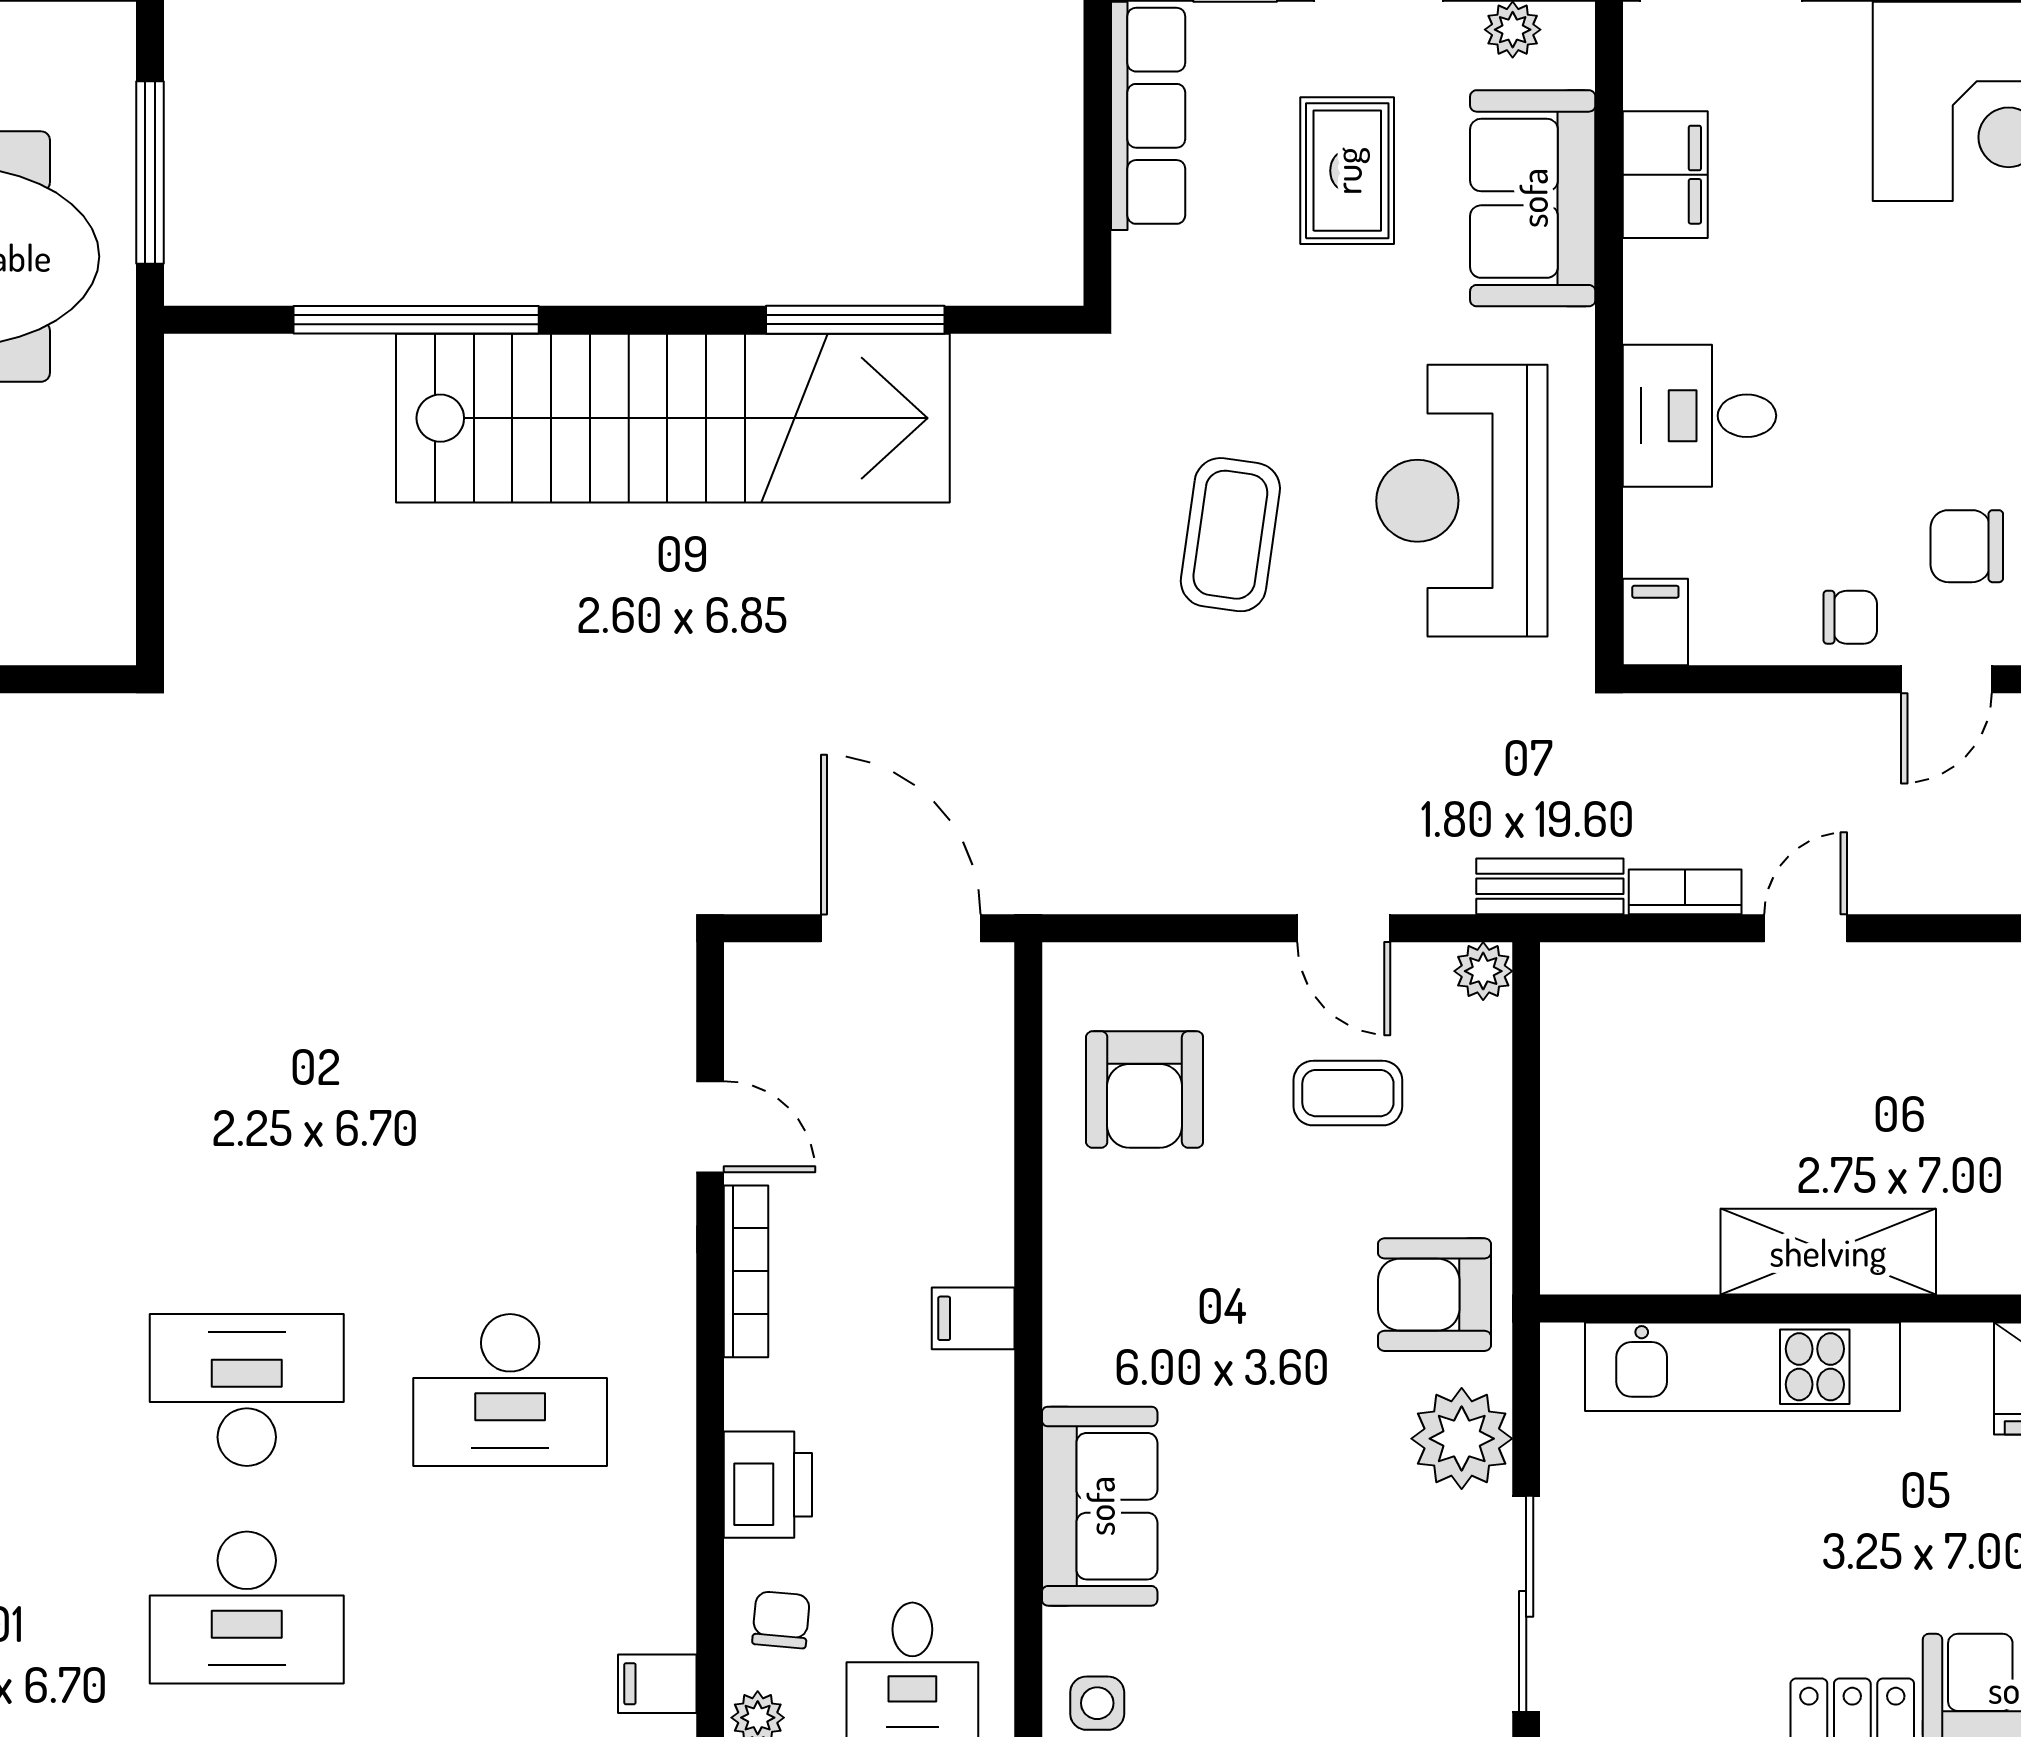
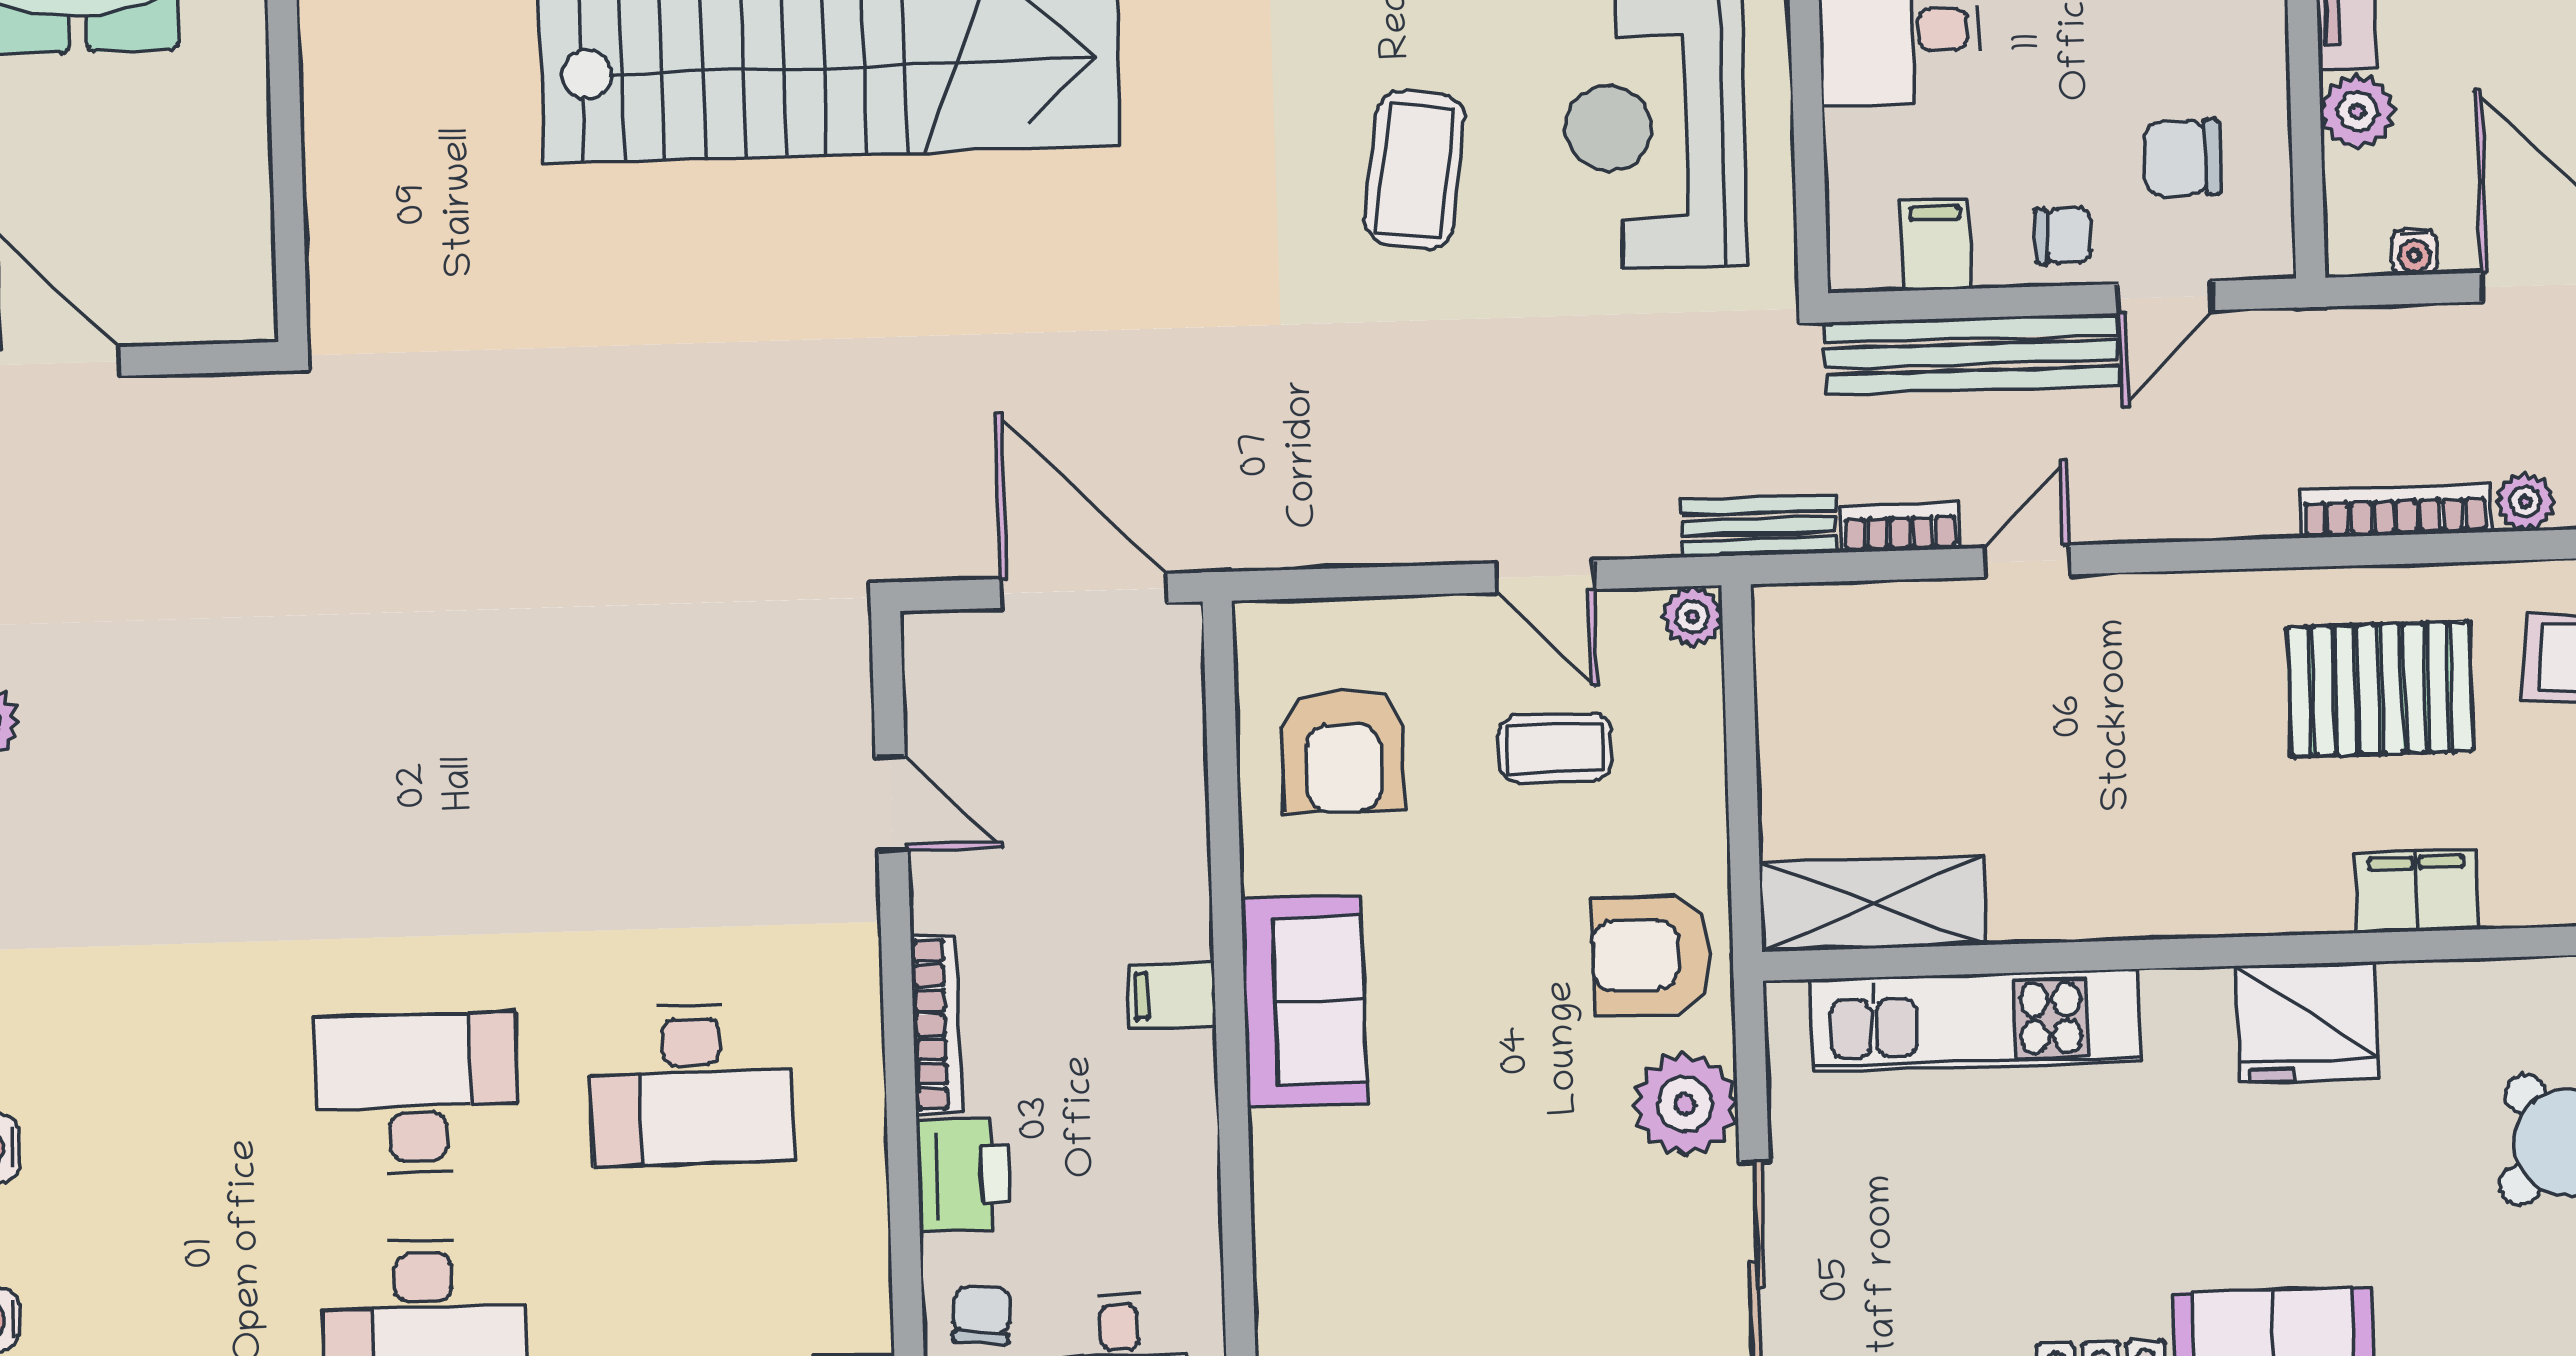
filing cabinet: (1655, 622) -> (1936, 245), moved
bench: (1758, 728) -> (1971, 354), added
shelving: (1828, 1252) -> (1873, 903), moved
bookcase: (746, 1271) -> (936, 1025), moved
sofa: (1100, 1506) -> (1304, 1001), moved

